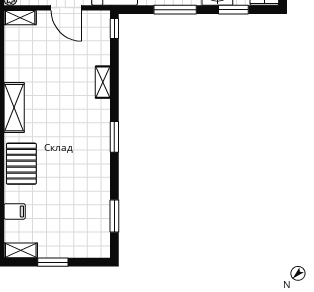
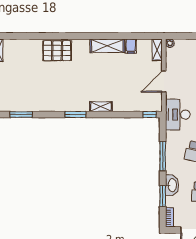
shelving: (103, 82) -> (101, 107), moved
shelving: (14, 108) -> (107, 46), moved
filing cabinet: (15, 211) -> (131, 46), moved

